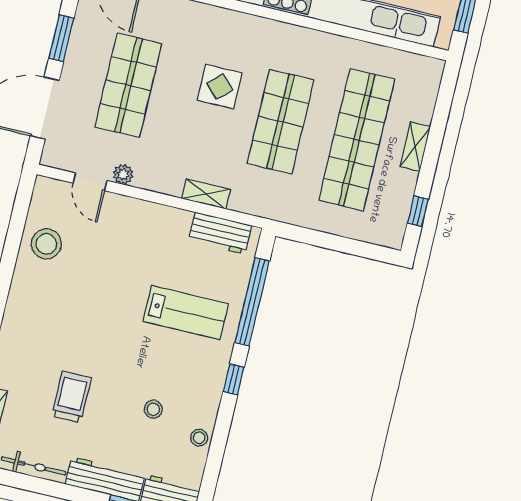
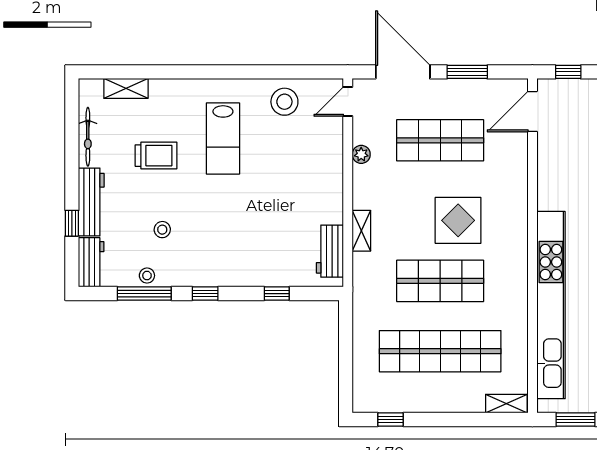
display table: (220, 86) -> (458, 220), width x1.36, depth x1.36
shelving: (415, 146) -> (506, 404), moved
door: (90, 182) -> (348, 102), moved
window: (252, 302) -> (277, 294), width x0.32
lab bench: (186, 313) -> (223, 138), moved
window: (218, 445) -> (144, 294), added

